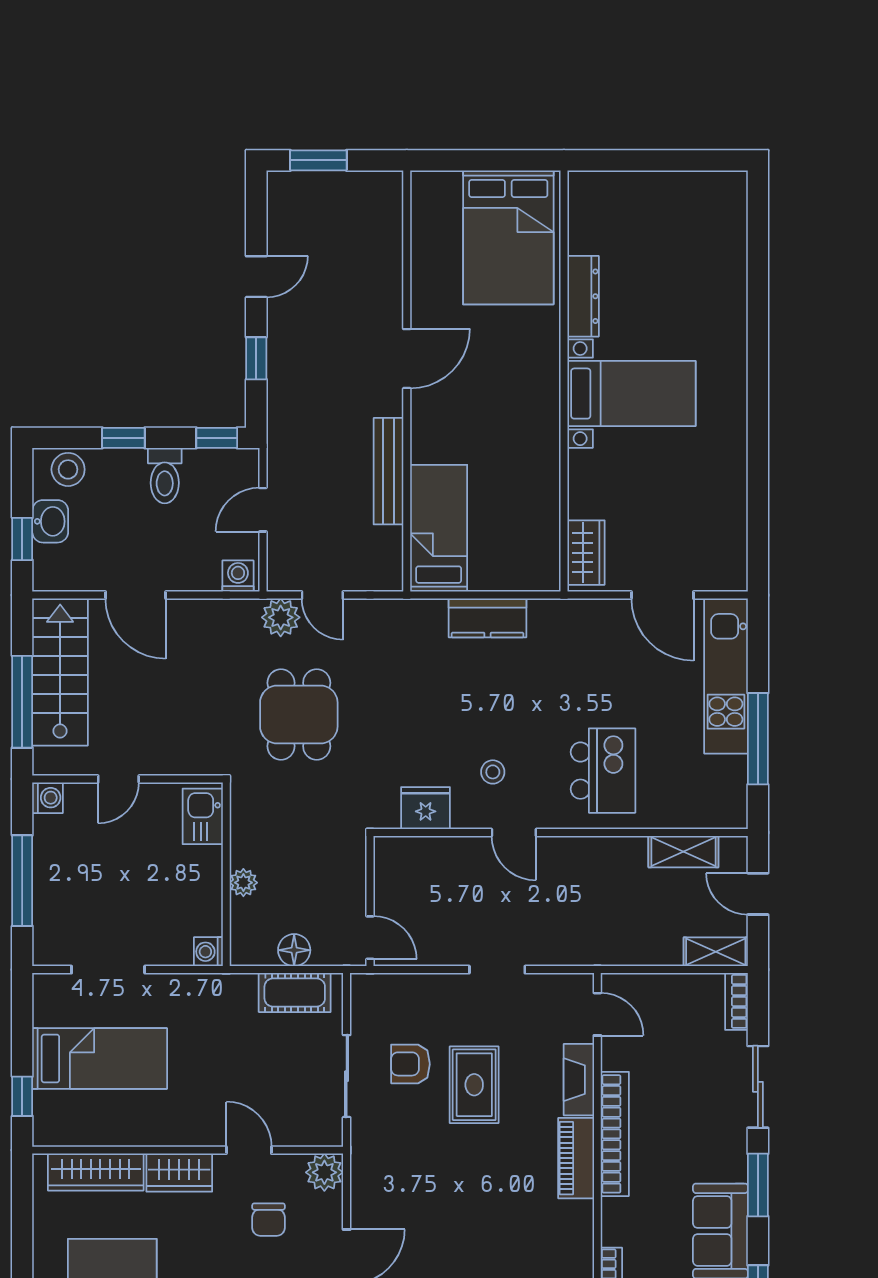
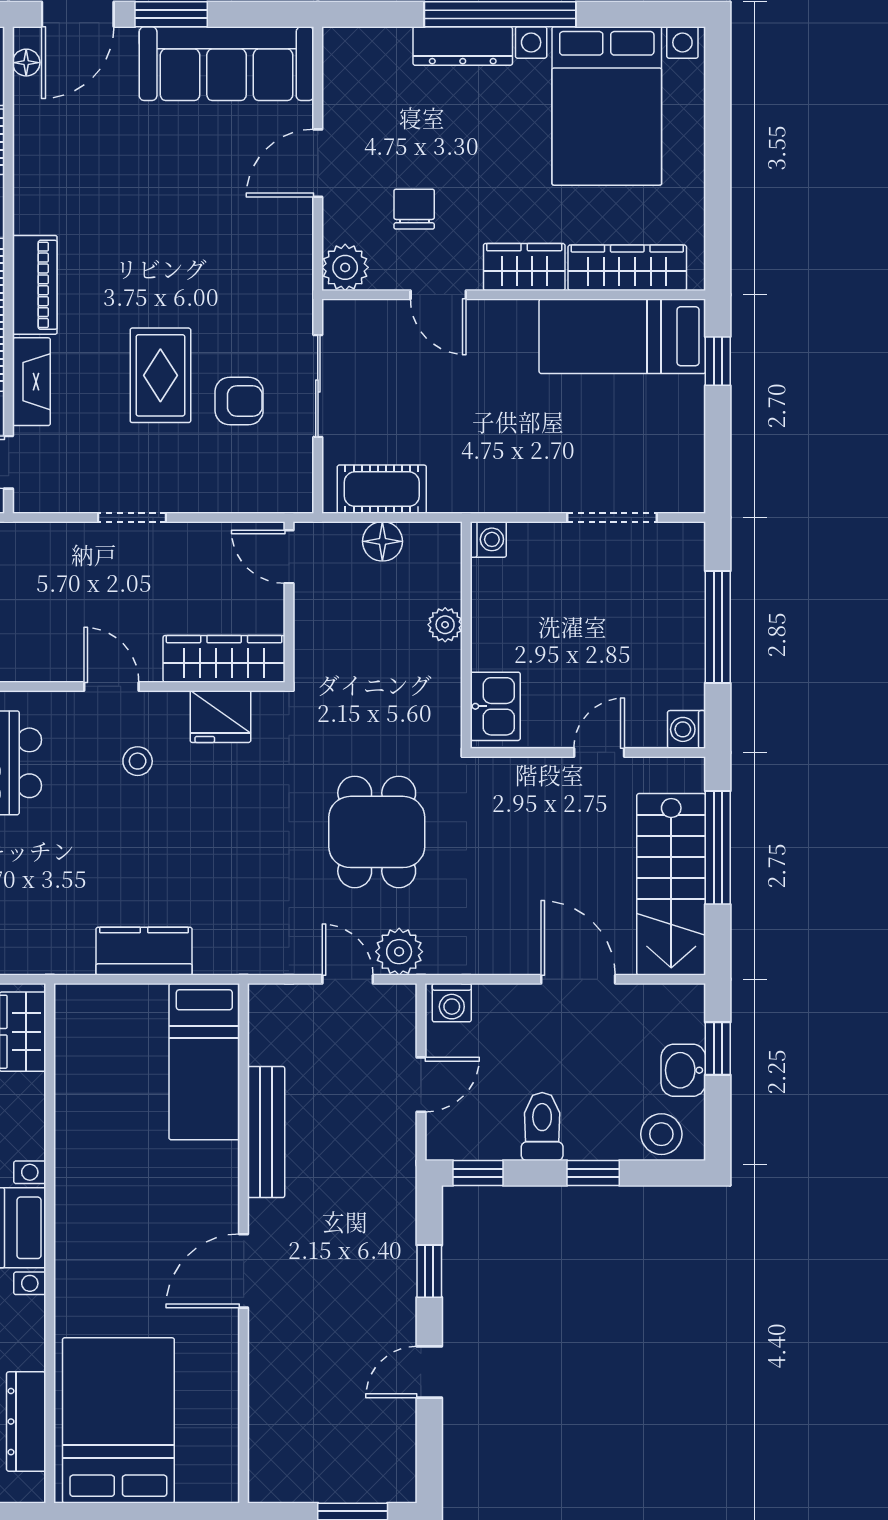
dresser: (583, 296) -> (26, 1422), moved
wardrobe: (423, 855) -> (224, 659), added
bed: (100, 1059) -> (622, 336), moved

